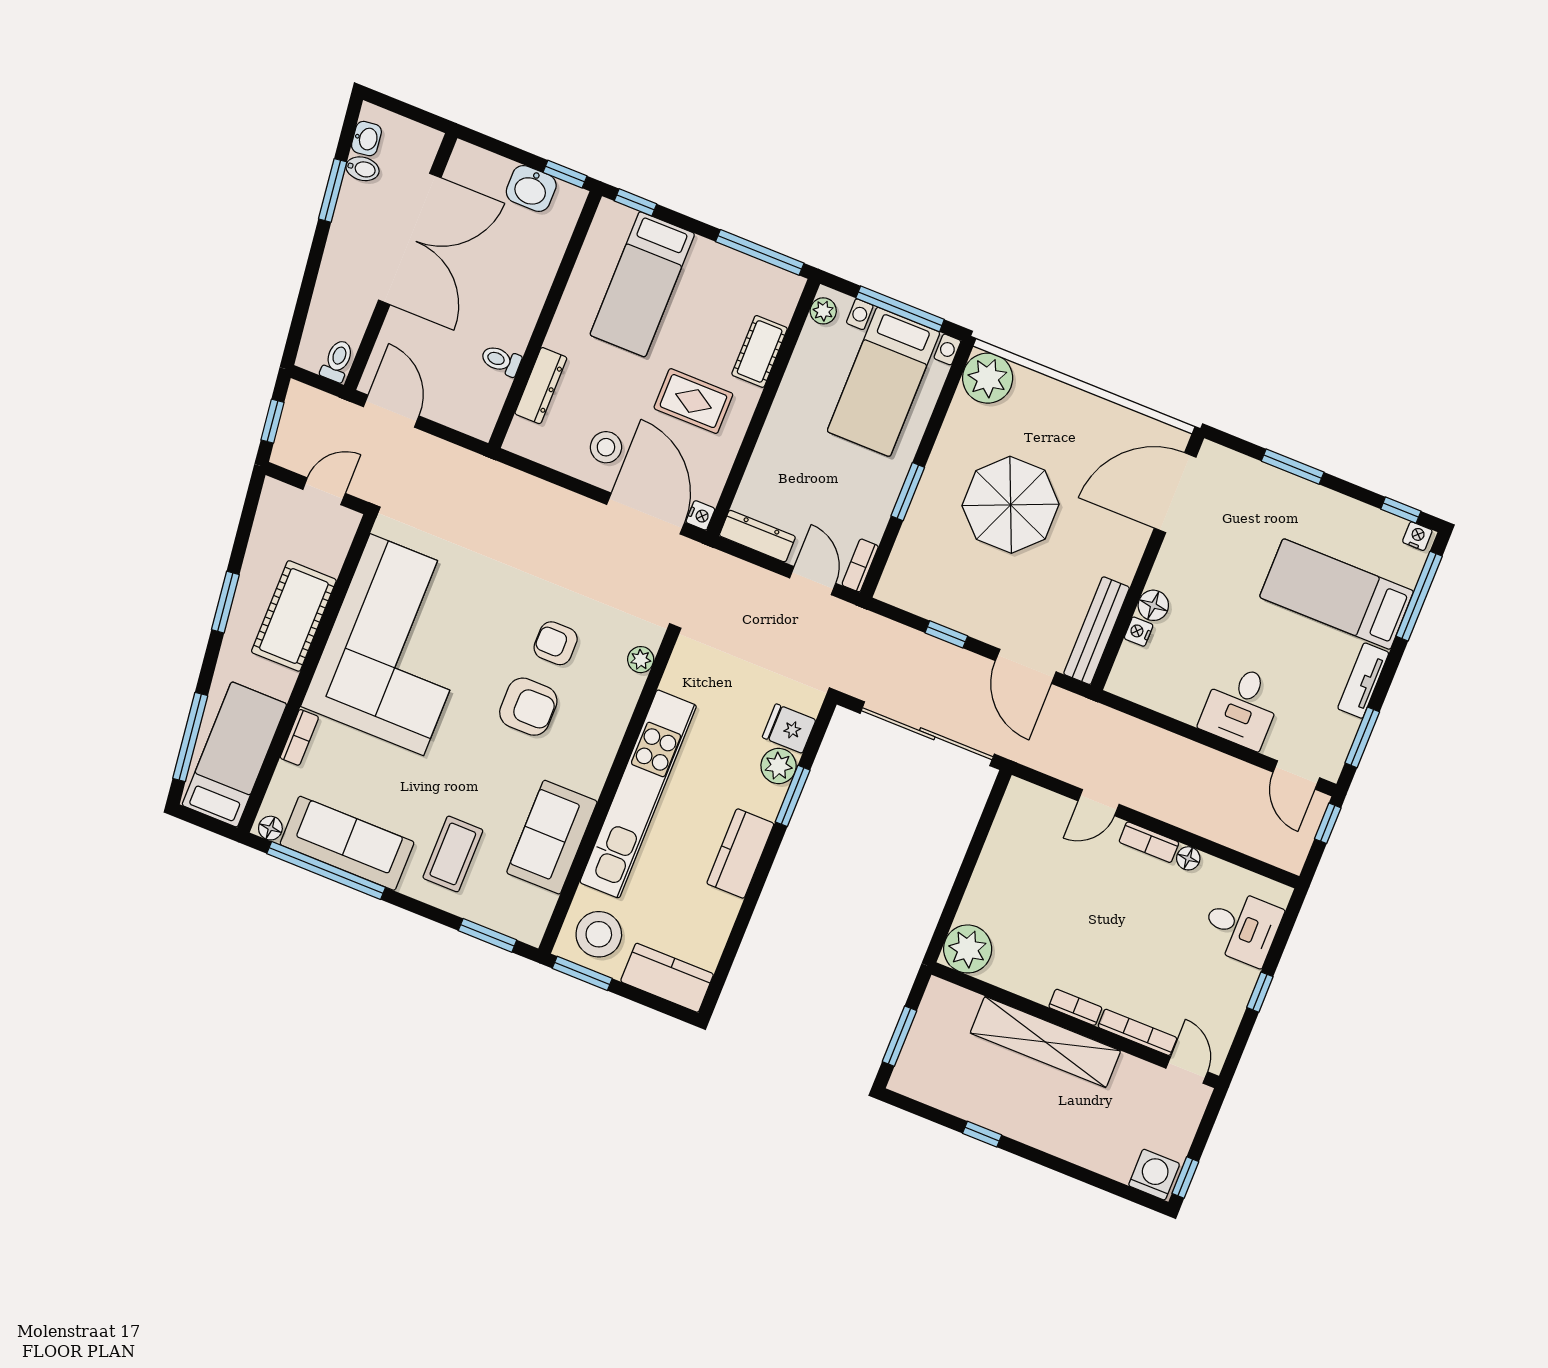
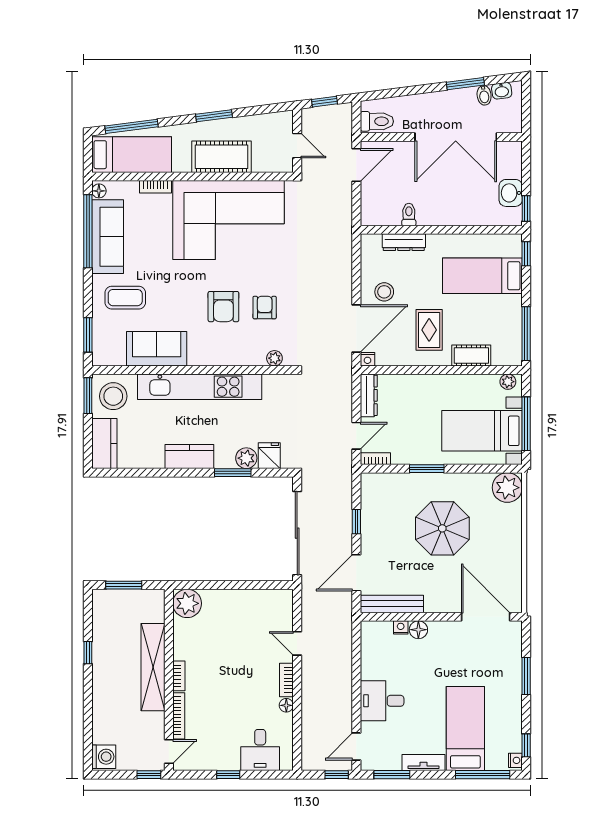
toilet: (337, 361) -> (377, 121), width x1.37, depth x1.39
window: (1185, 1177) -> (149, 775), moved

